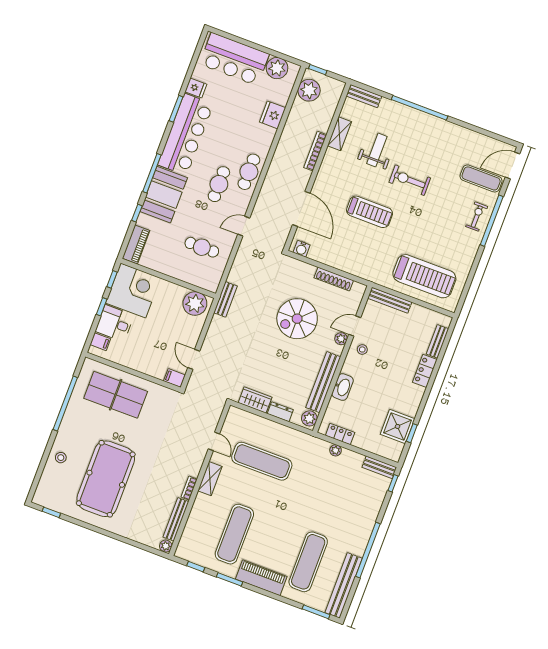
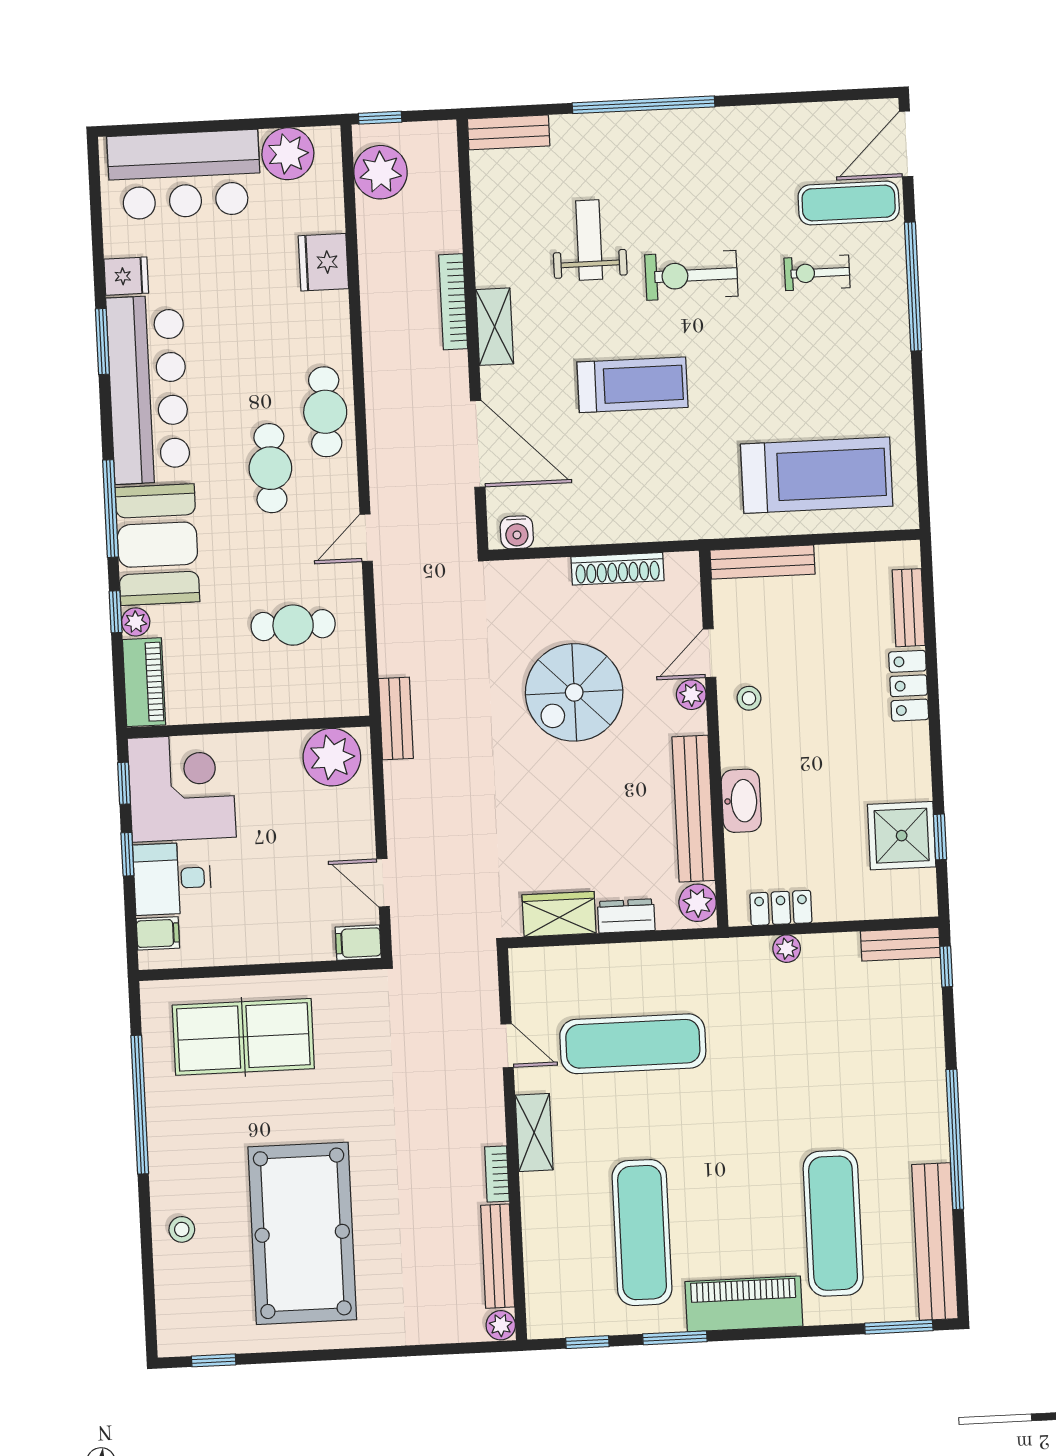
shelving: (339, 134) -> (495, 327), moved
exercise bike: (477, 217) -> (817, 273), moved, turned -90
plant: (143, 220) -> (136, 622), added

